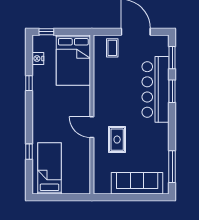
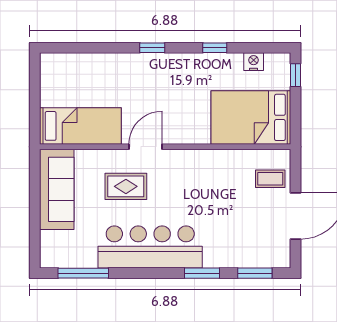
bar counter: (156, 89) -> (150, 247), moved
window: (29, 152) -> (152, 48), moved
bed: (49, 168) -> (80, 126), moved
sofa: (137, 183) -> (57, 189), moved

